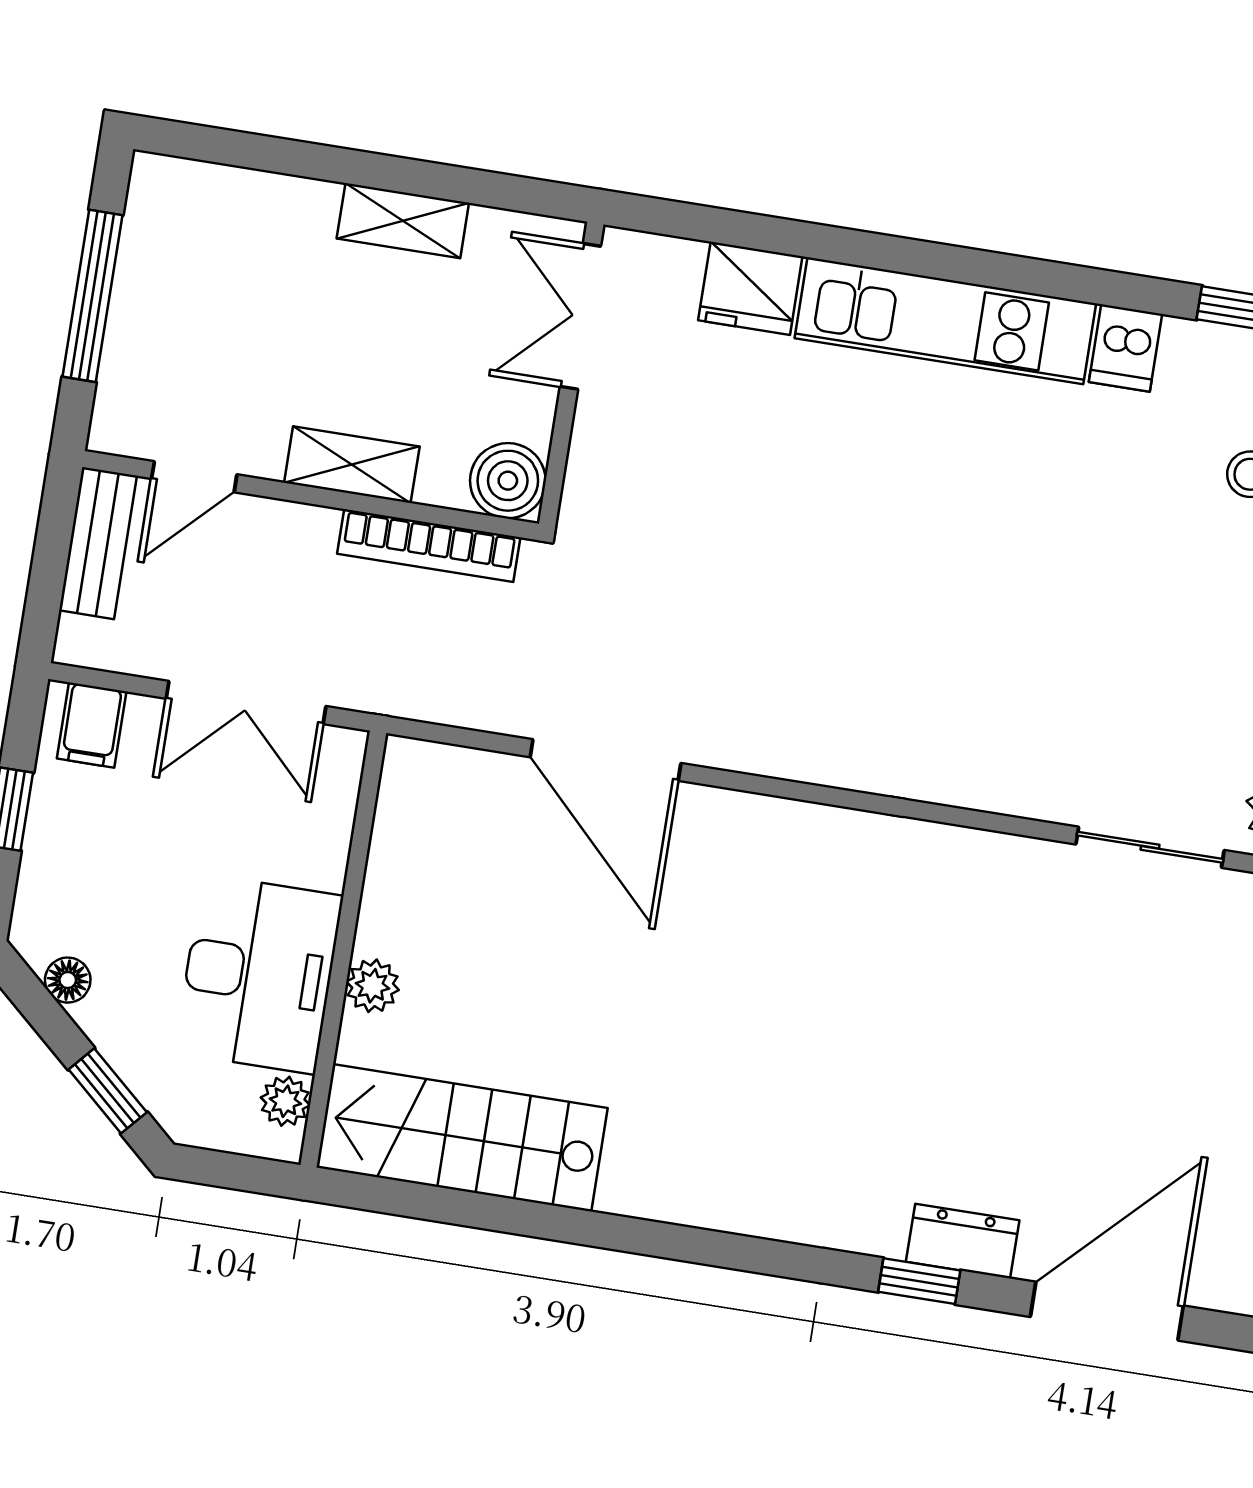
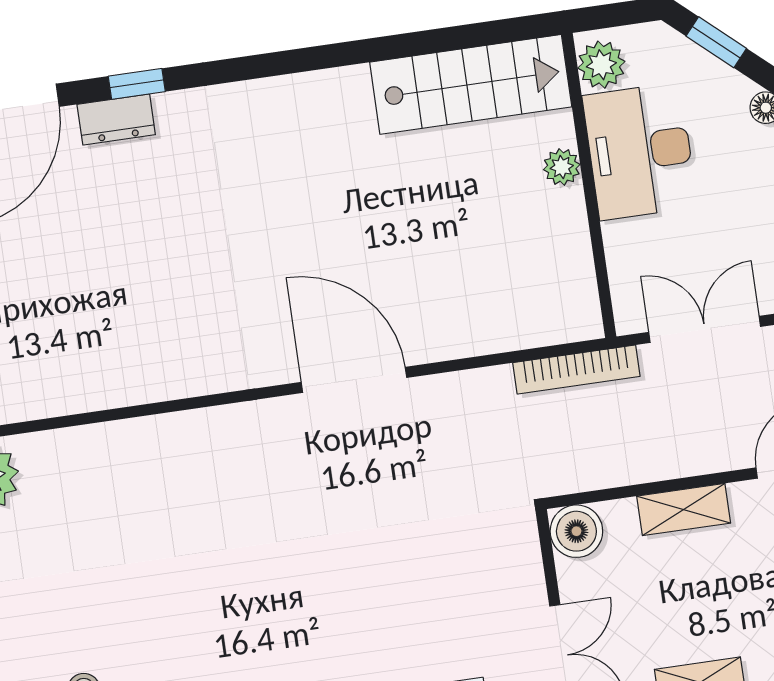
bookcase: (429, 546) -> (576, 370), moved, turned 180
door: (605, 760) -> (354, 380), moved
sliding door: (1150, 847) -> (73, 420), removed
plant: (285, 1101) -> (601, 65), width x1.38, depth x1.38

